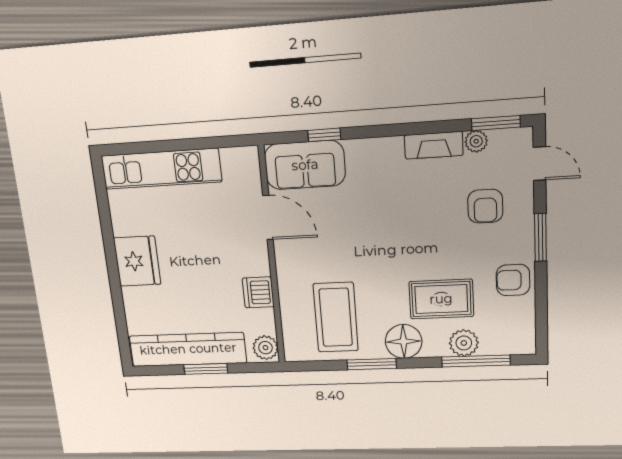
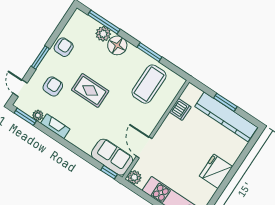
window: (324, 135) -> (109, 172), moved
armchair: (513, 280) -> (64, 47), turned -90
dishwasher: (258, 292) -> (180, 109), moved
rug: (441, 299) -> (90, 90), moved
floor lamp: (404, 341) -> (117, 45), moved
plant: (265, 348) -> (134, 177), moved

